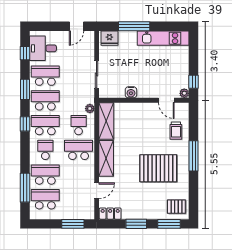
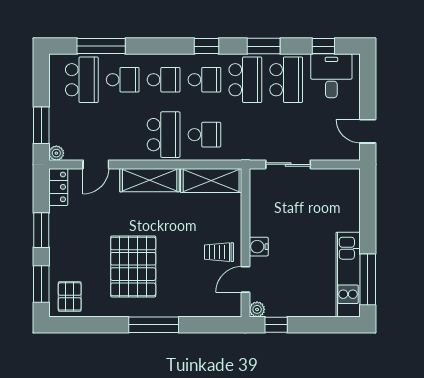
window: (134, 26) -> (368, 279), moved
fridge: (109, 38) -> (348, 186), removed
water cooler: (131, 92) -> (259, 247), moved
plant: (90, 109) -> (56, 153), moved
school desk: (45, 125) -> (204, 80), width x0.54
trolley: (176, 131) -> (219, 252), moved
school desk: (45, 175) -> (123, 80), width x0.54
door: (97, 191) -> (96, 164), hinge flipped

